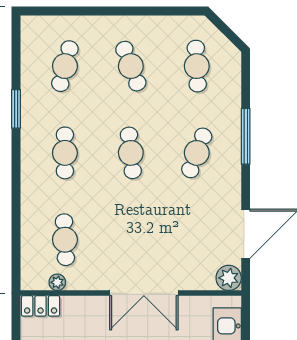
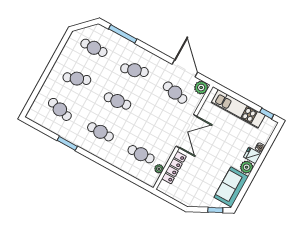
window: (246, 136) -> (123, 34), moved
cafe table: (197, 153) -> (134, 70), turned -39
cafe table: (197, 240) -> (175, 93), added
locker: (41, 306) -> (174, 168), moved, width x1.53

